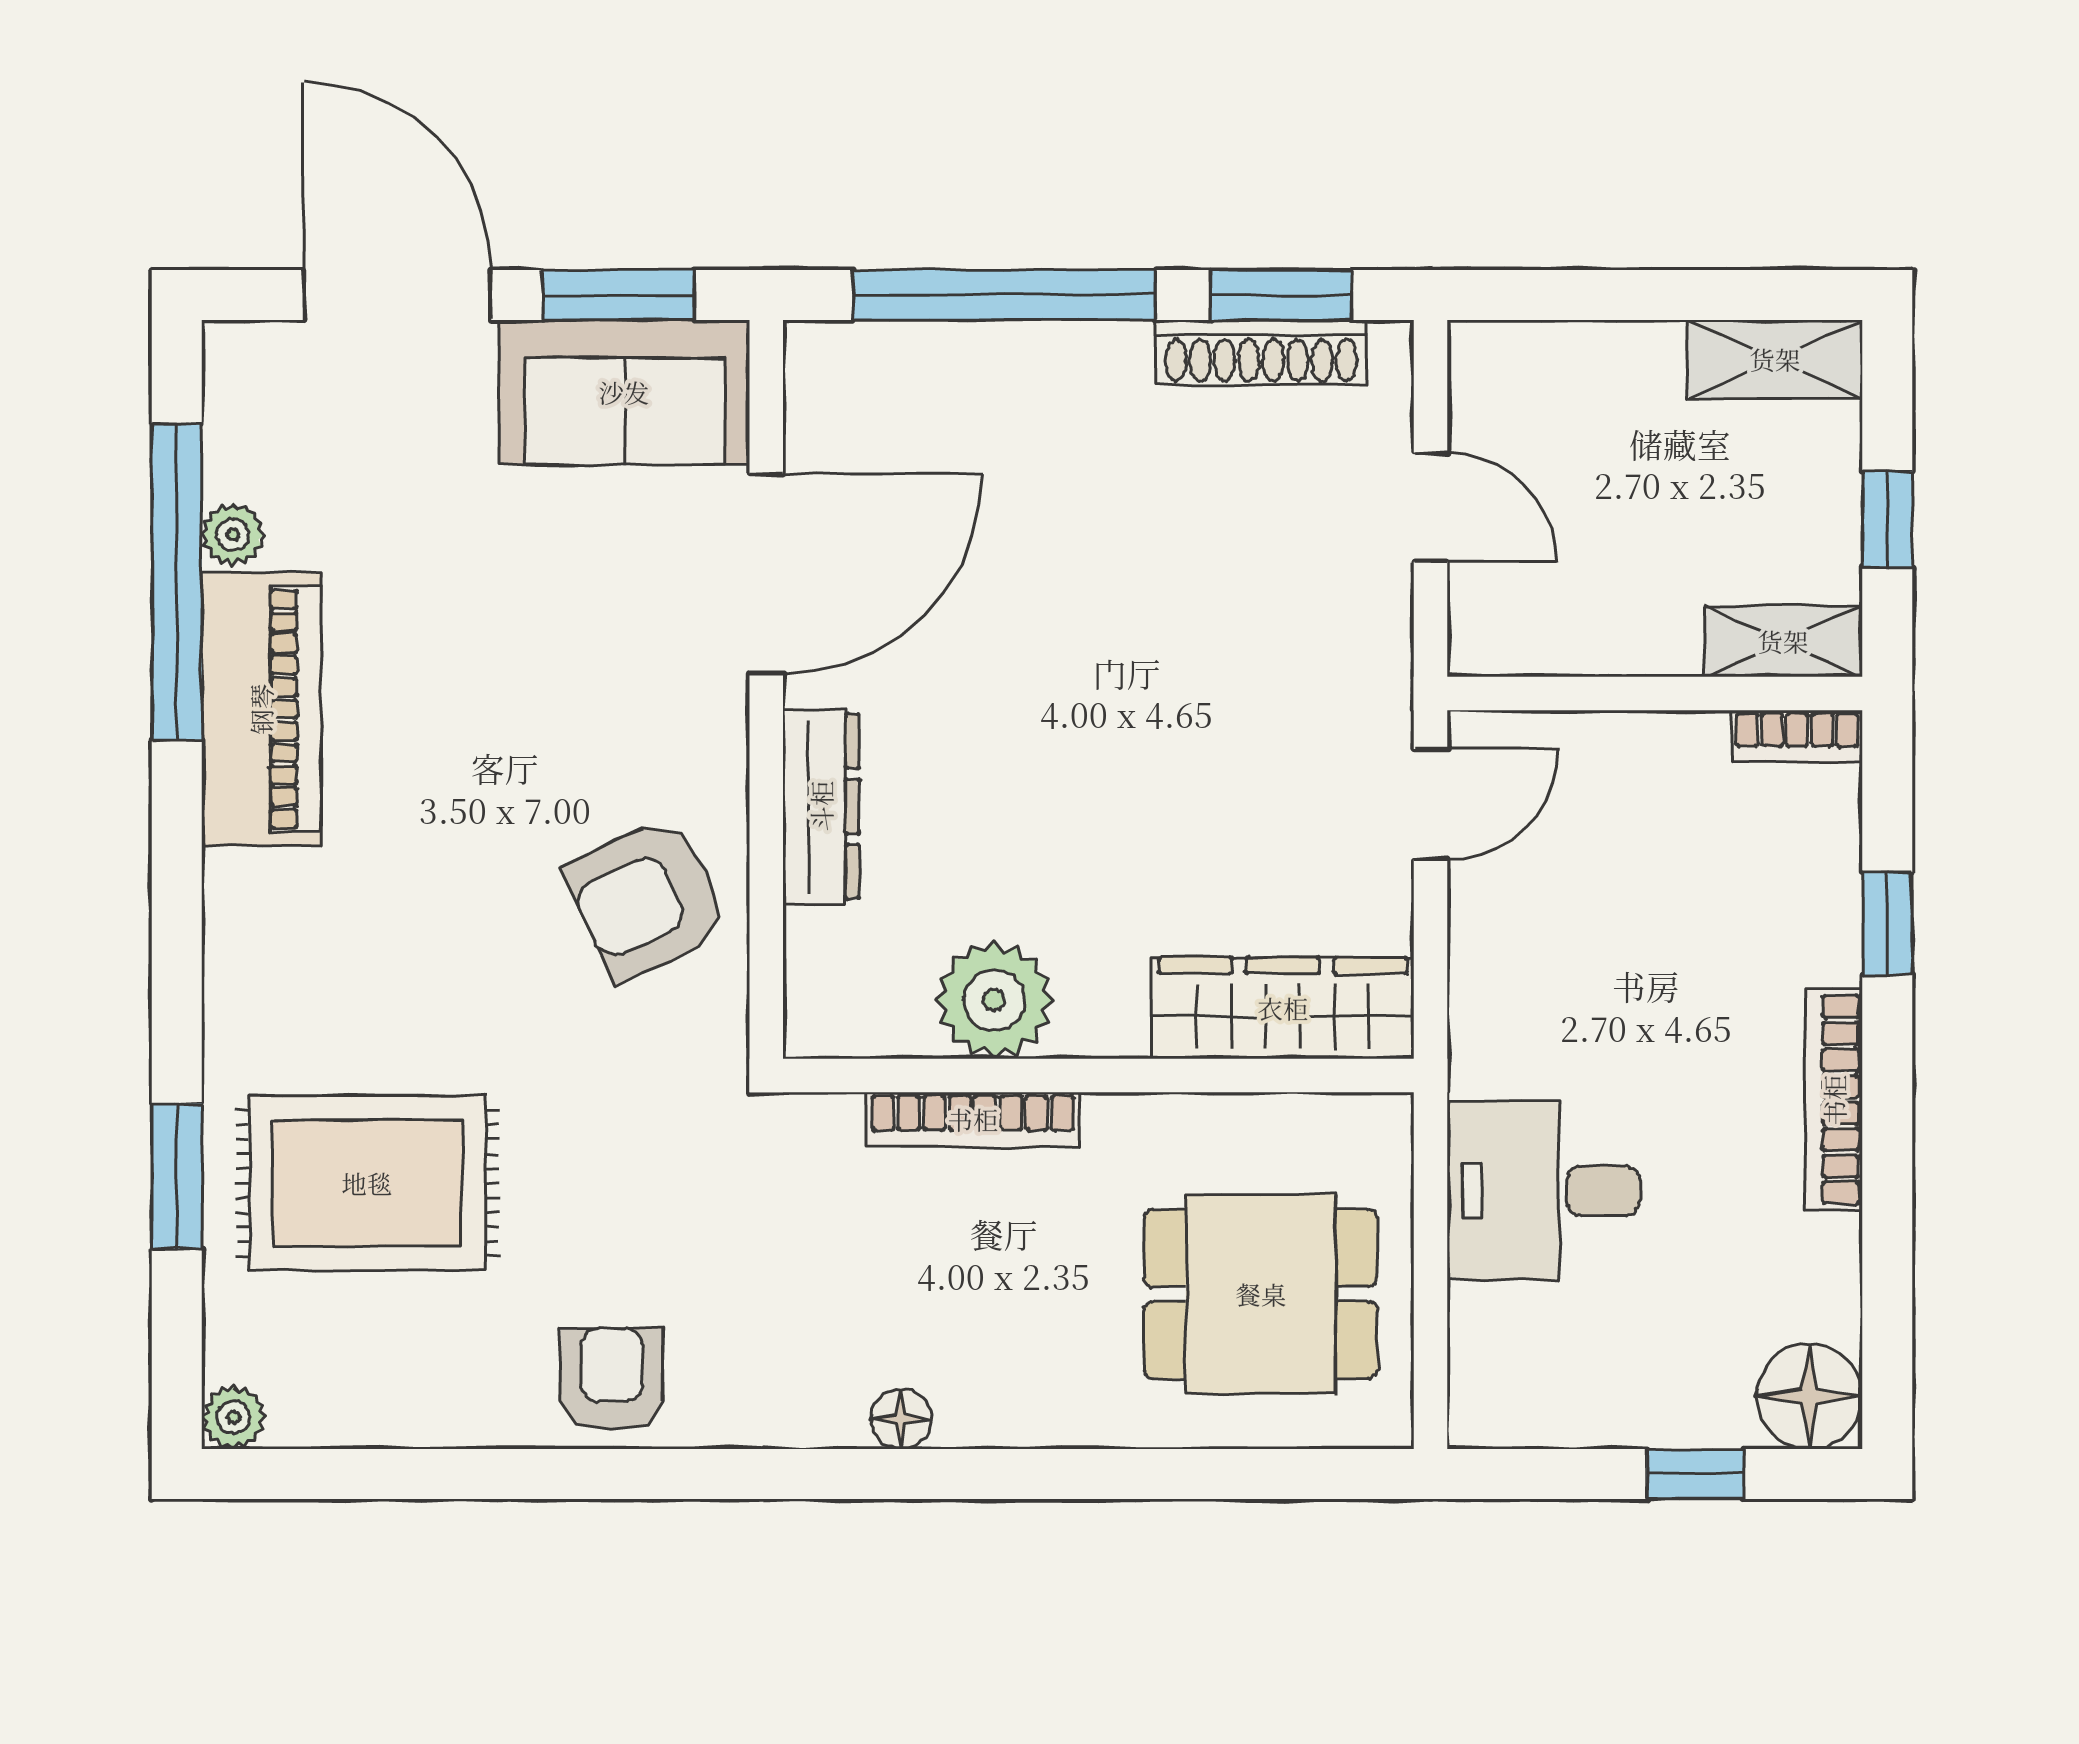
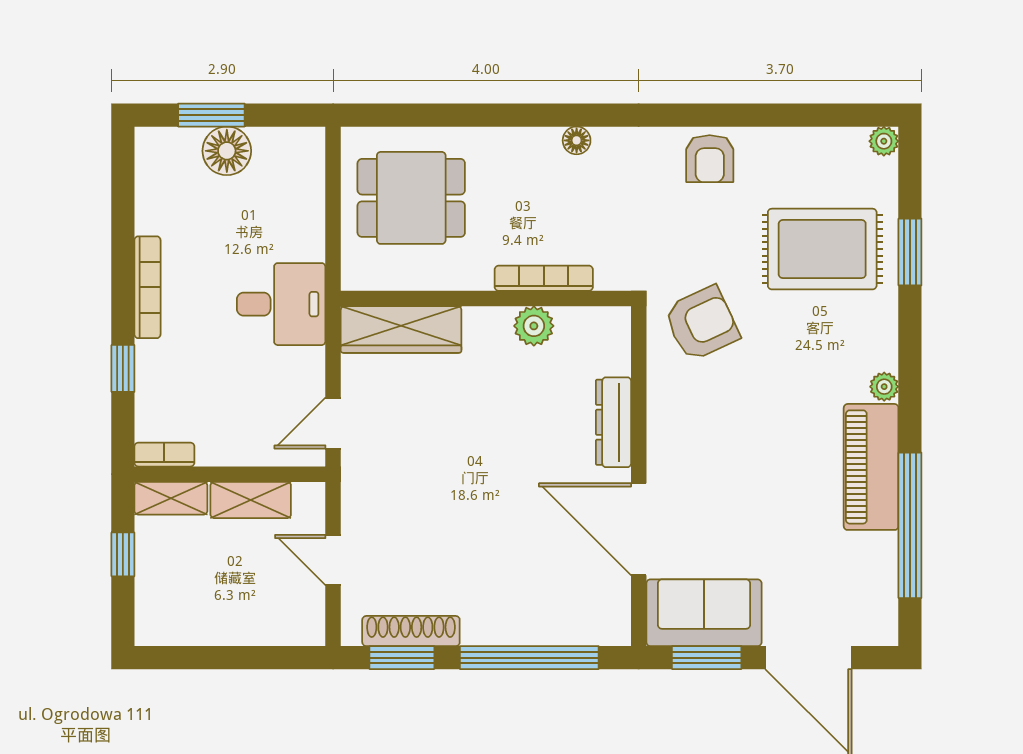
shelving: (1775, 359) -> (251, 500), moved
plant: (233, 535) -> (884, 387), moved
door: (766, 574) -> (639, 529), hinge flipped
armchair: (647, 899) -> (702, 323), moved
plant: (994, 1000) -> (534, 326), width x0.73, depth x0.73
desk: (1543, 1191) -> (281, 304), moved
floor lamp: (1809, 1396) -> (227, 151), moved
window: (1695, 1474) -> (211, 115), width x1.50

